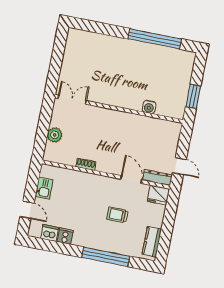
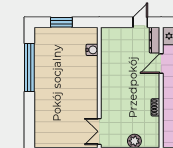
window: (193, 96) -> (61, 22), moved
water cooler: (149, 107) -> (92, 50), moved

